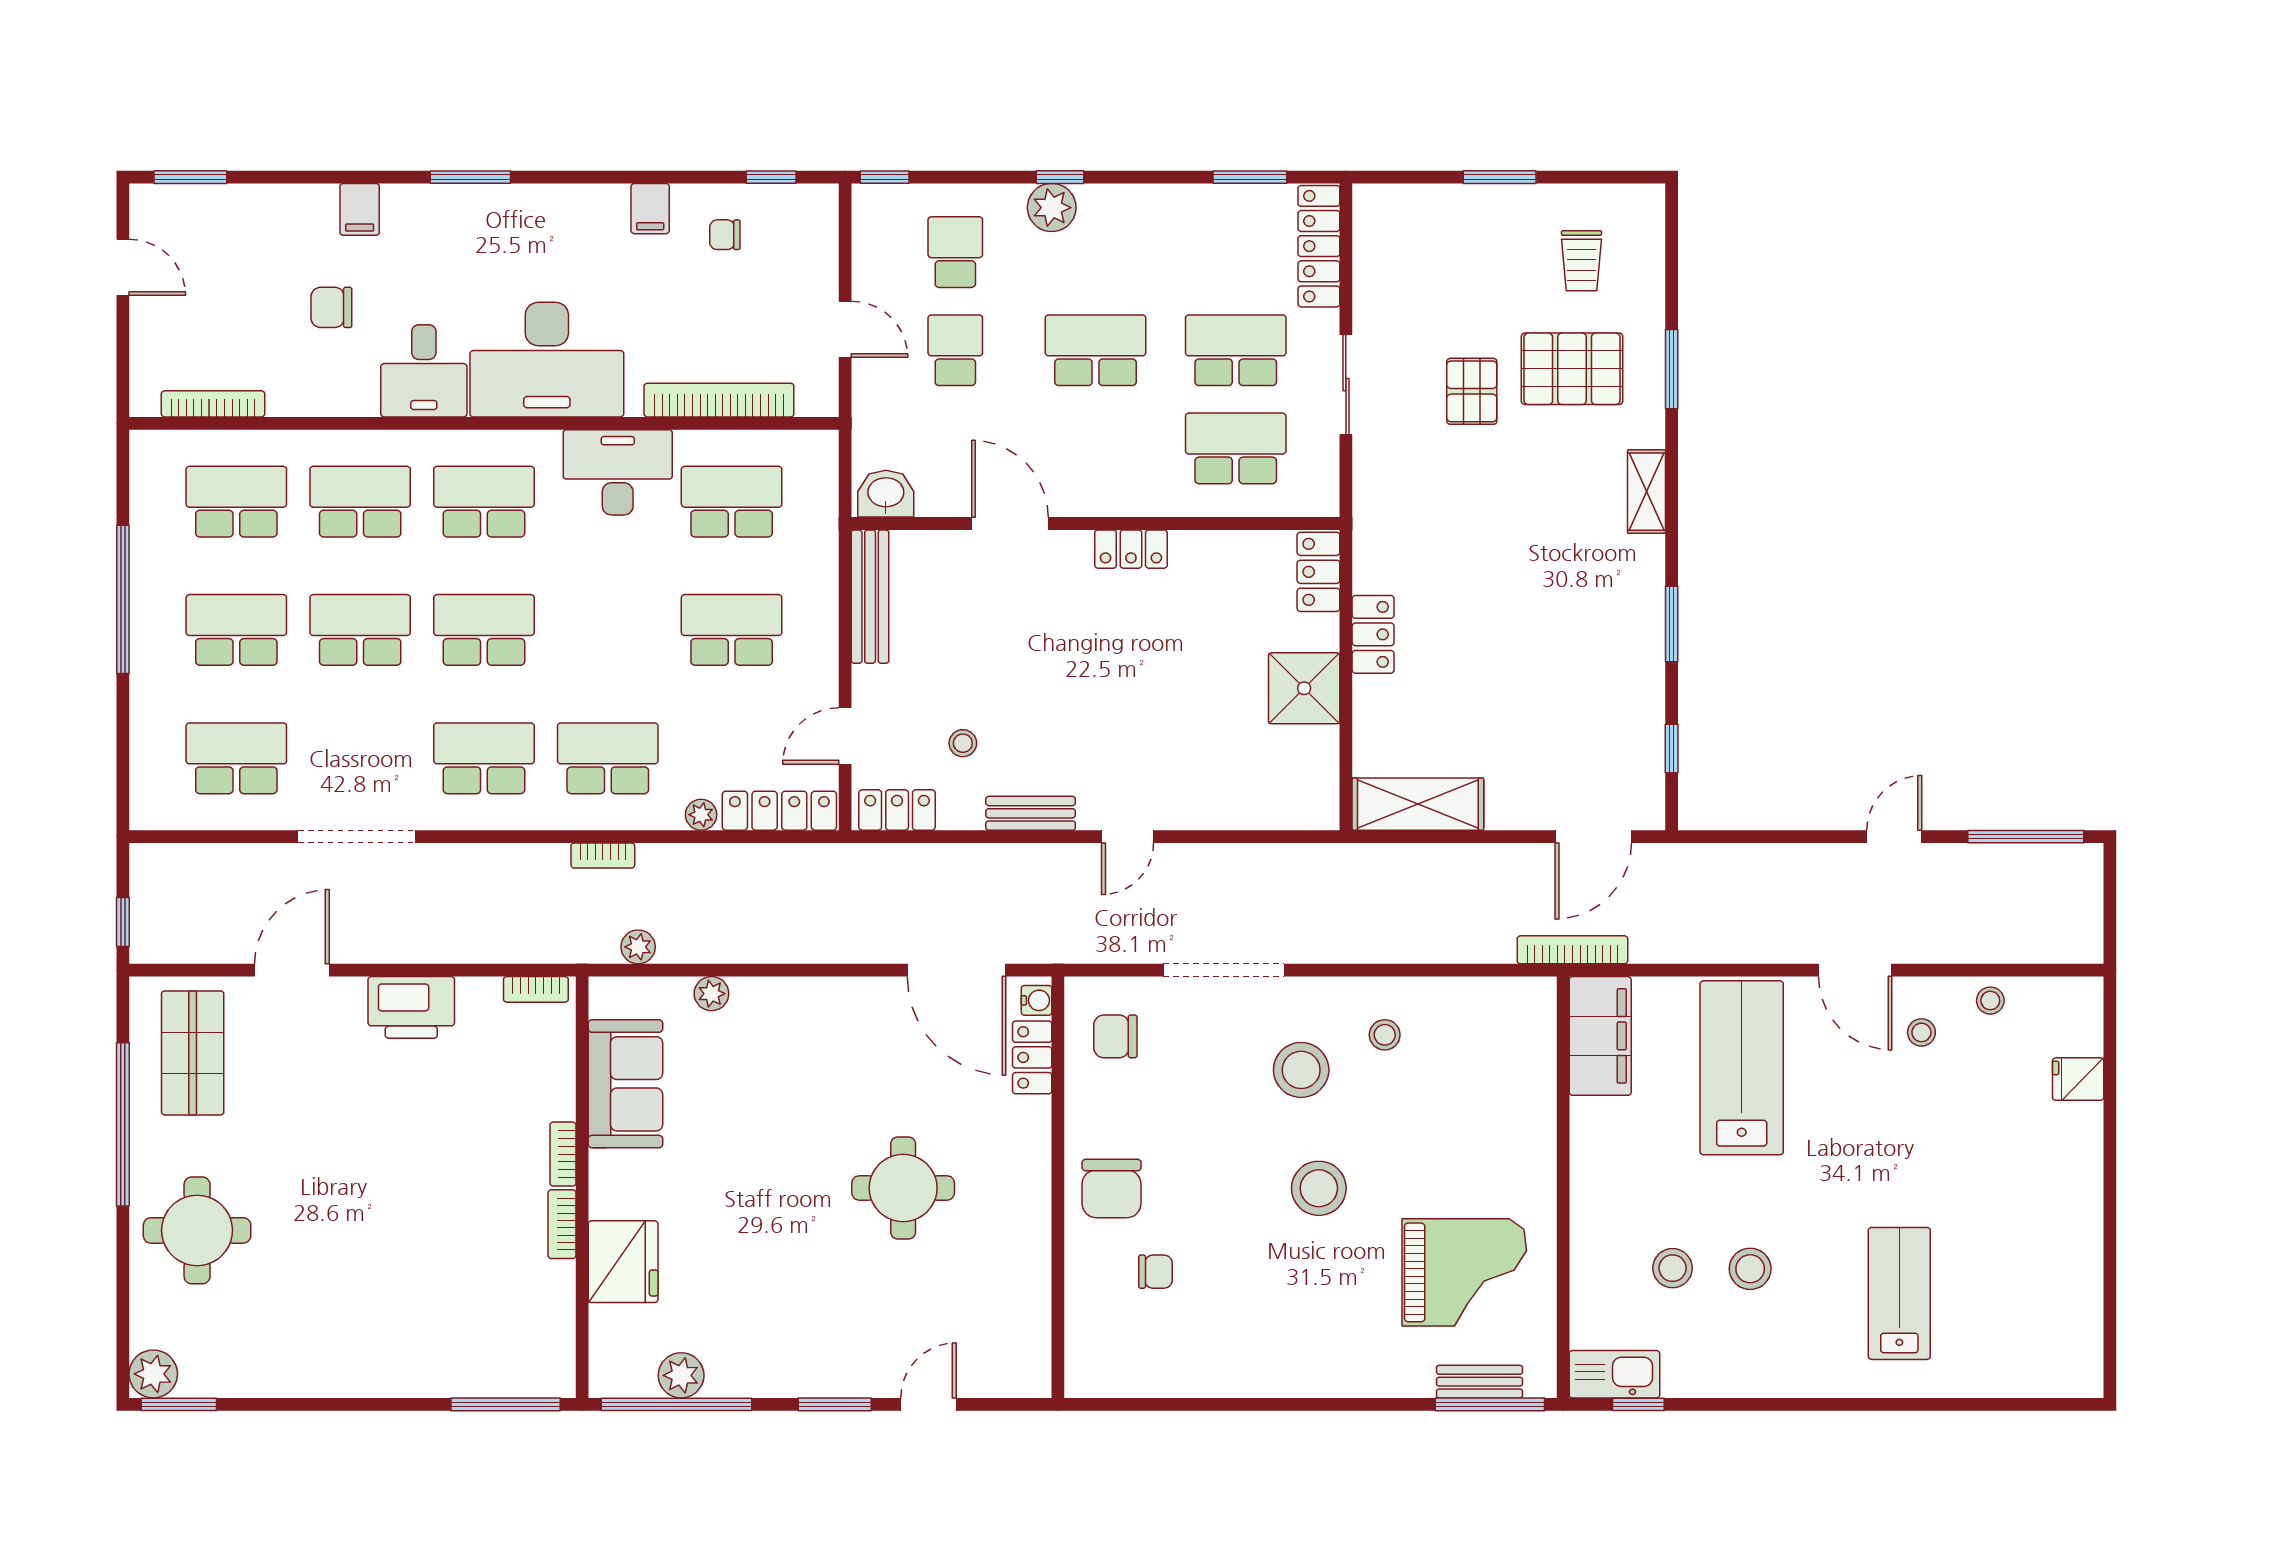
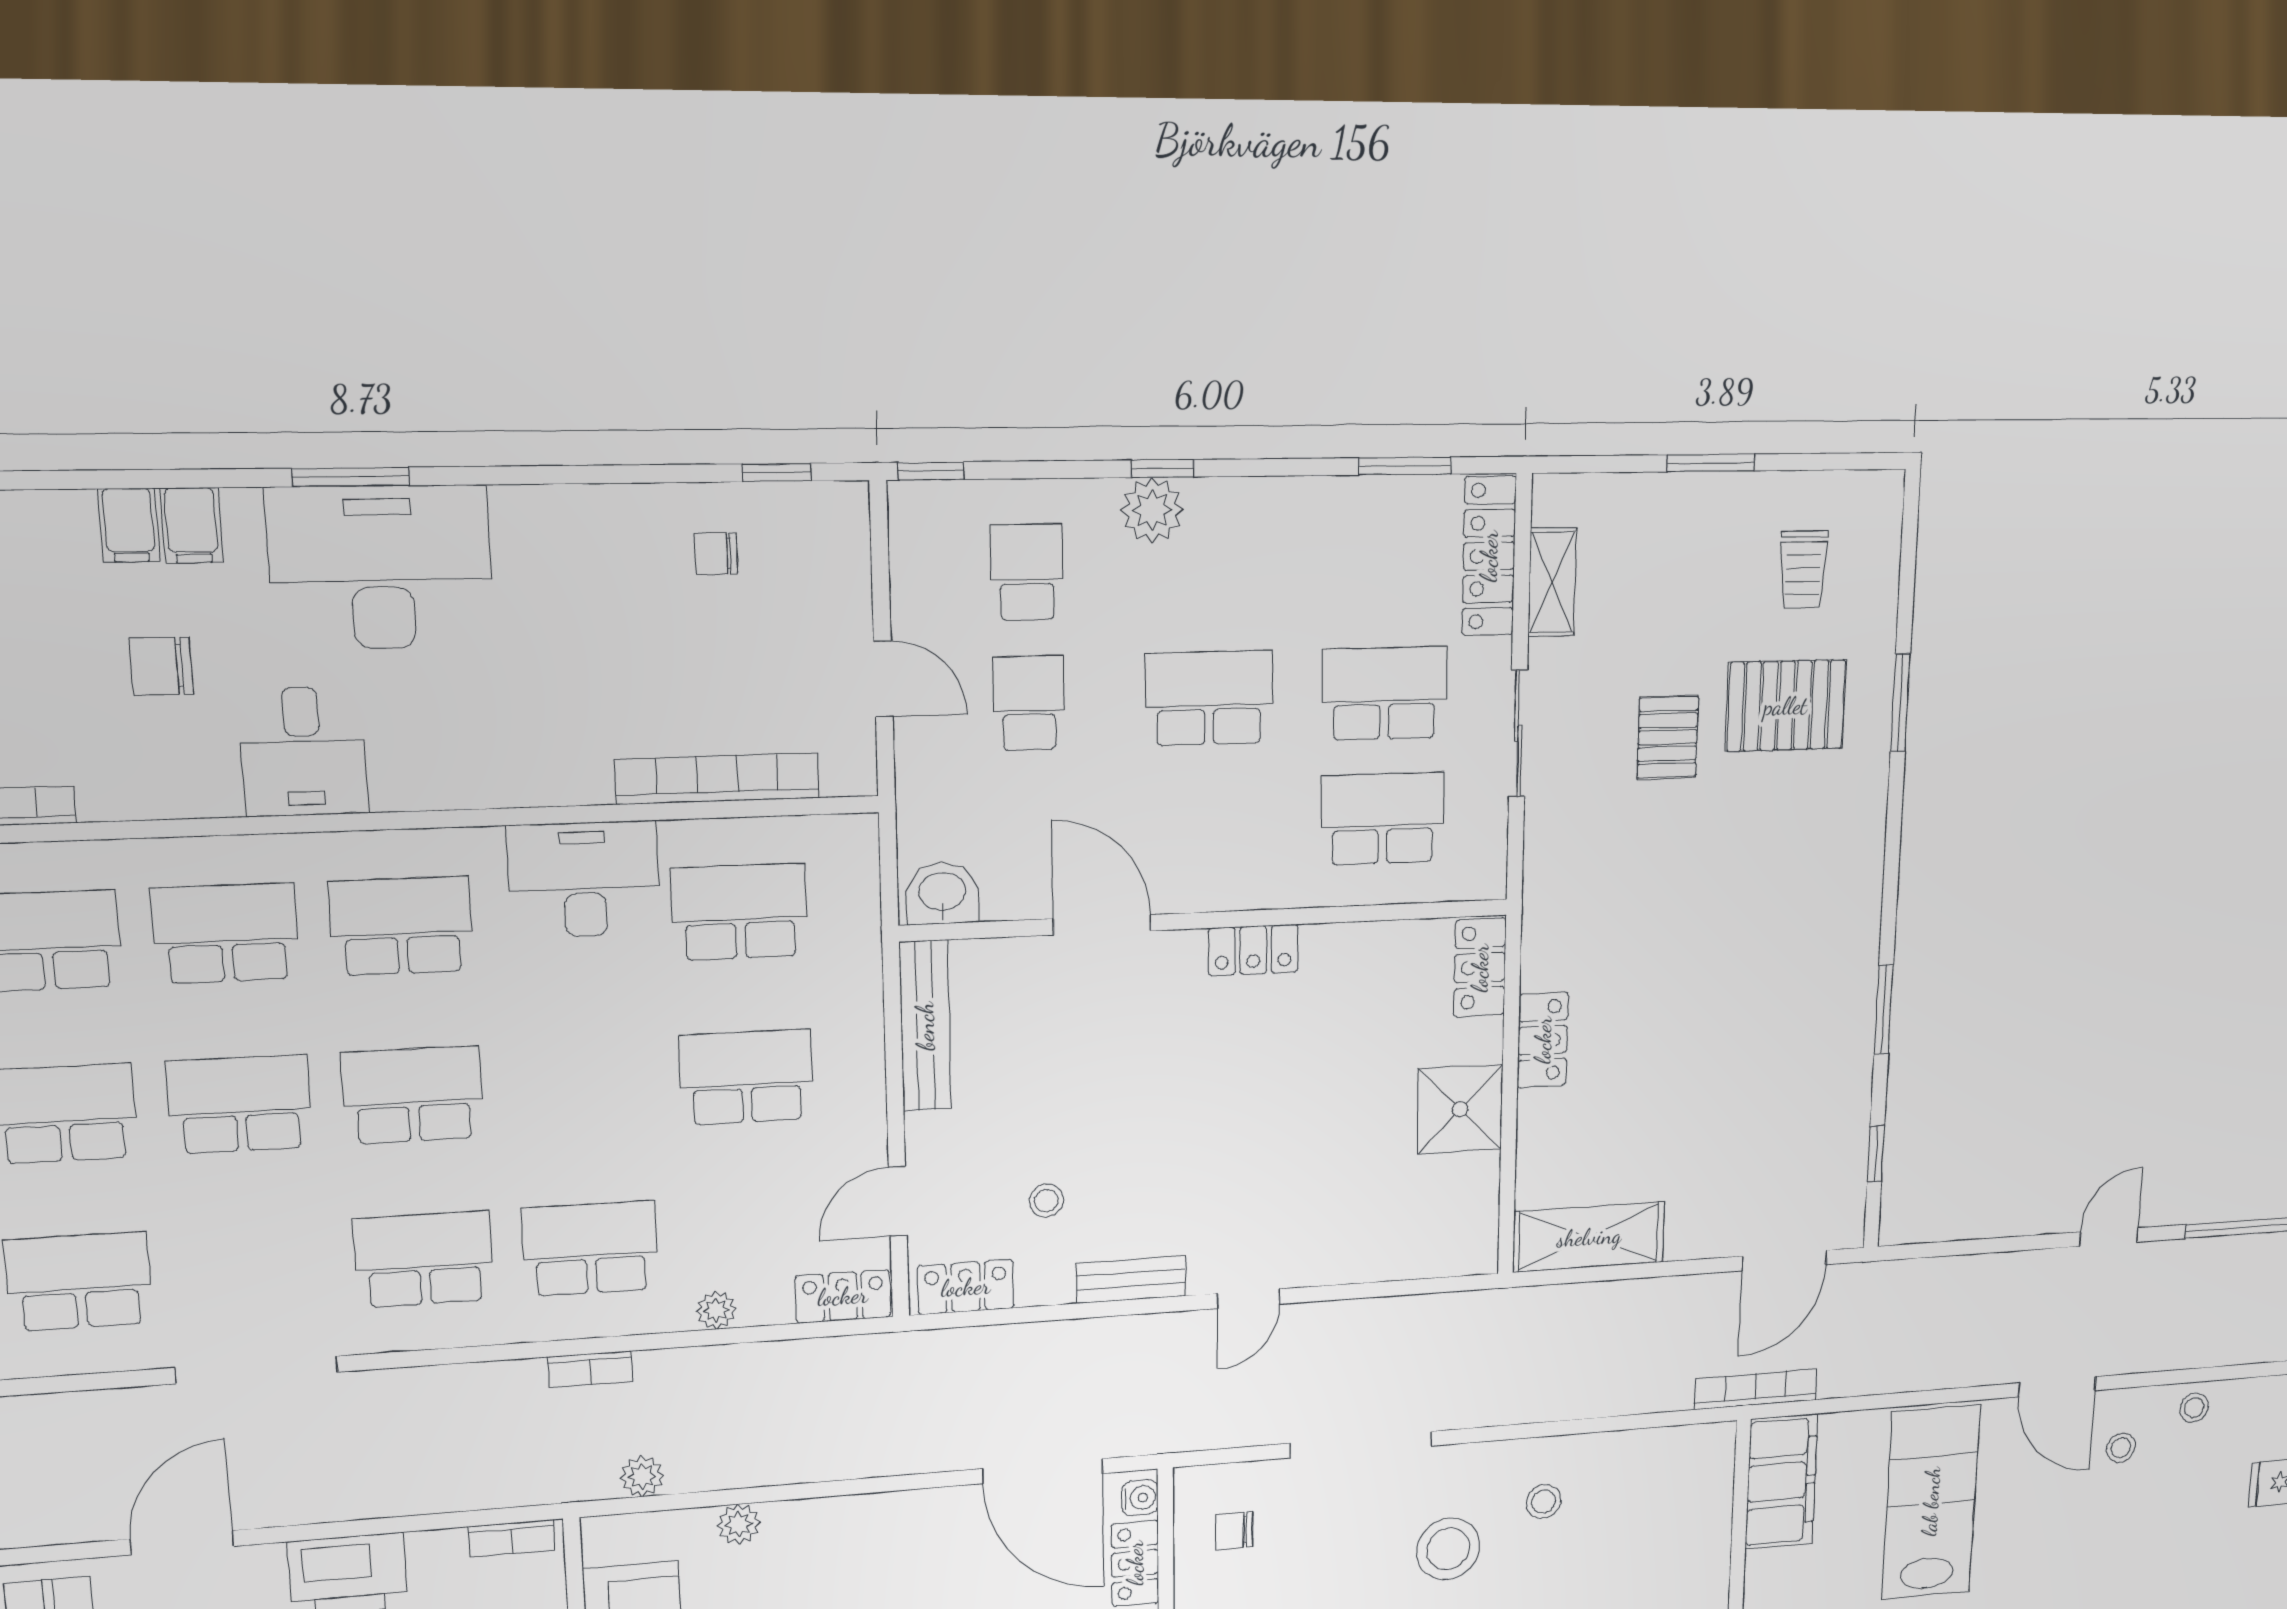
filing cabinet: (650, 209) -> (129, 525), moved
desk: (547, 360) -> (381, 567), moved, turned 180
shelving: (1646, 492) -> (1552, 582), moved
locker: (779, 811) -> (843, 1296), width x0.66
chair: (1115, 1036) -> (1234, 1531), width x0.73, depth x0.73

